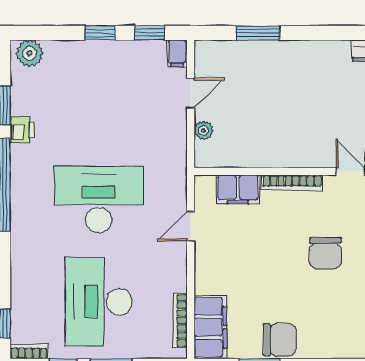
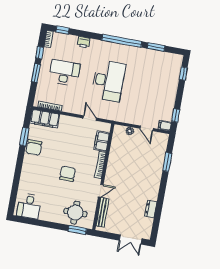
window: (100, 33) -> (183, 74), moved
plant: (29, 53) -> (176, 62), removed
printer: (22, 130) -> (84, 42), moved
chair: (325, 253) -> (68, 174), turned 90
desk: (99, 302) -> (64, 73), width x0.73, depth x0.77

